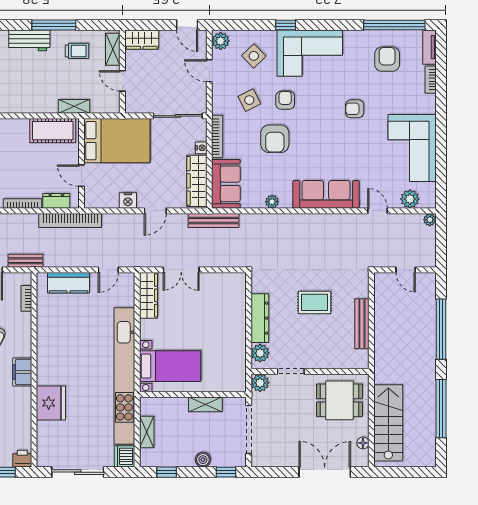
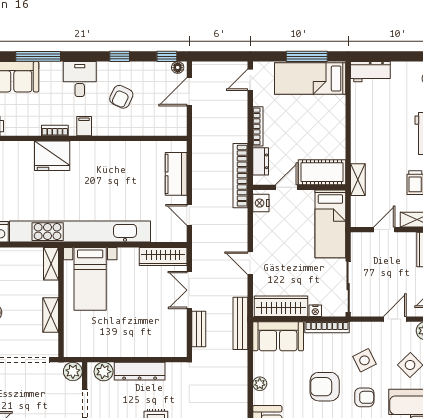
cot: (53, 131) -> (322, 172), moved, turned 90
bed: (117, 141) -> (330, 224), width x0.67
nightstand: (128, 201) -> (261, 203), moved
bench: (25, 261) -> (199, 329), moved
bookcase: (26, 298) -> (55, 130), moved
filing cabinet: (22, 372) -> (84, 126), width x0.50
shelving: (147, 432) -> (51, 264), moved, turned 90

